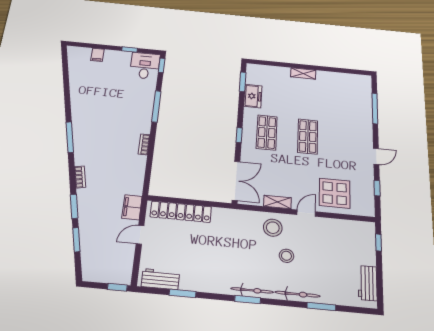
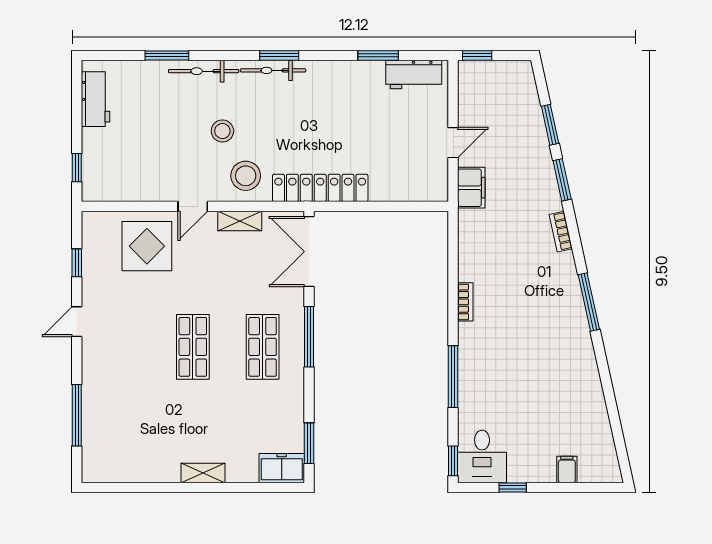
freezer: (253, 96) -> (282, 468), moved, turned 90
window: (239, 135) -> (309, 337), width x2.17
locker: (181, 212) -> (320, 188), moved

